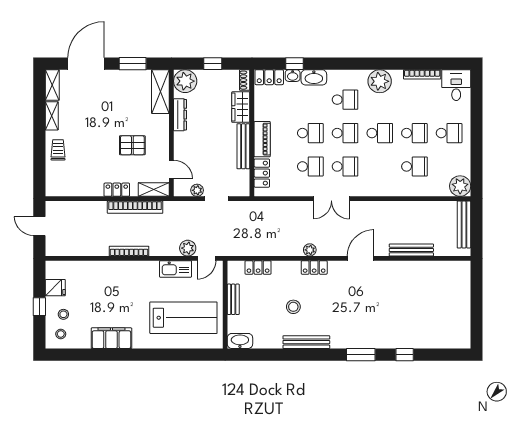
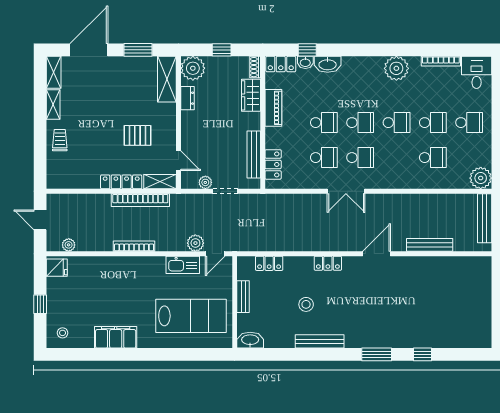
school desk: (345, 100) -> (360, 88), removed
dresser: (180, 115) -> (187, 98), width x0.70
piano: (262, 139) -> (273, 108), moved
bench: (243, 146) -> (254, 155), moved
locker: (117, 190) -> (121, 182), width x1.53
plant: (310, 250) -> (69, 245), moved
fridge: (55, 288) -> (57, 268), moved
stool: (63, 314) -> (65, 312), removed

